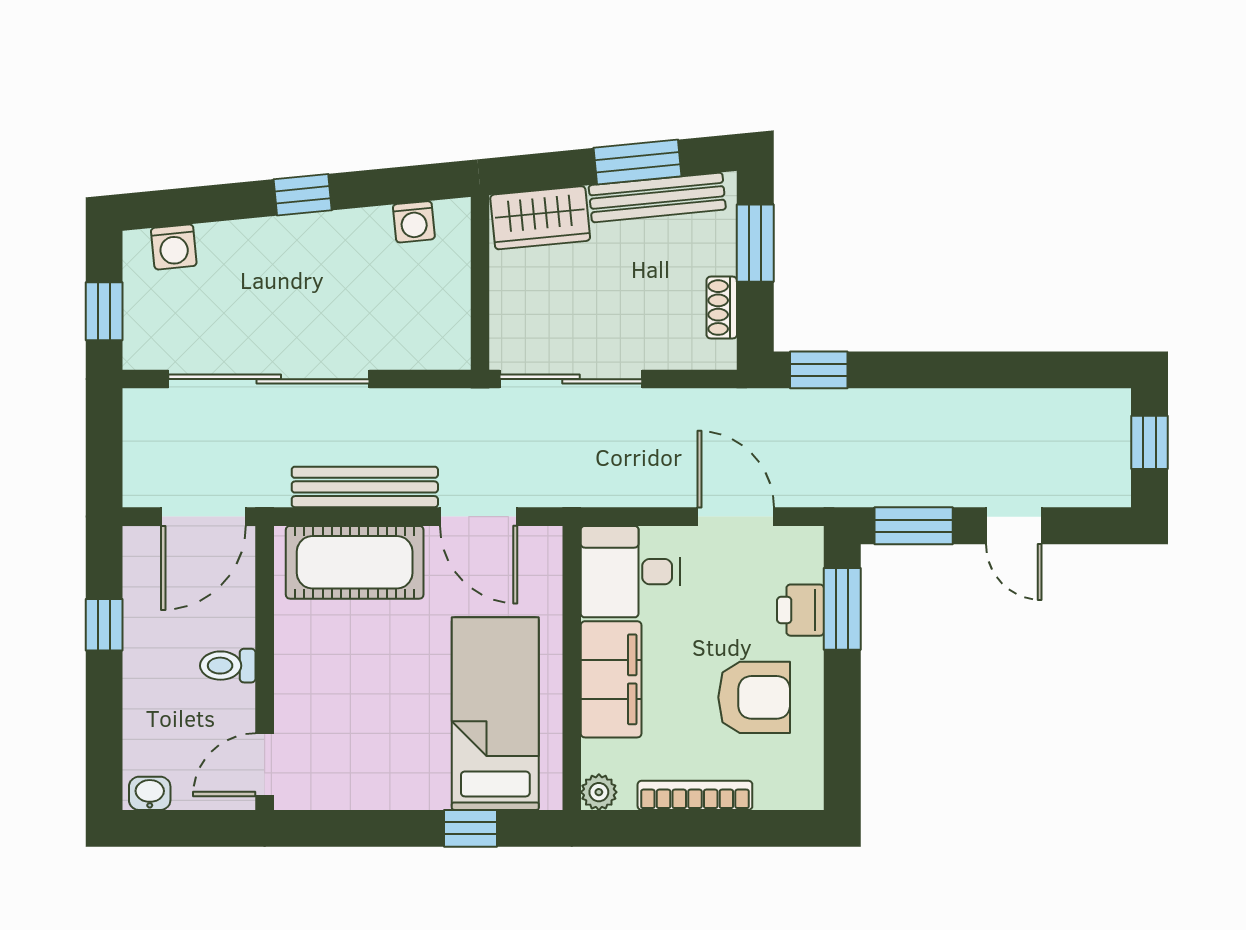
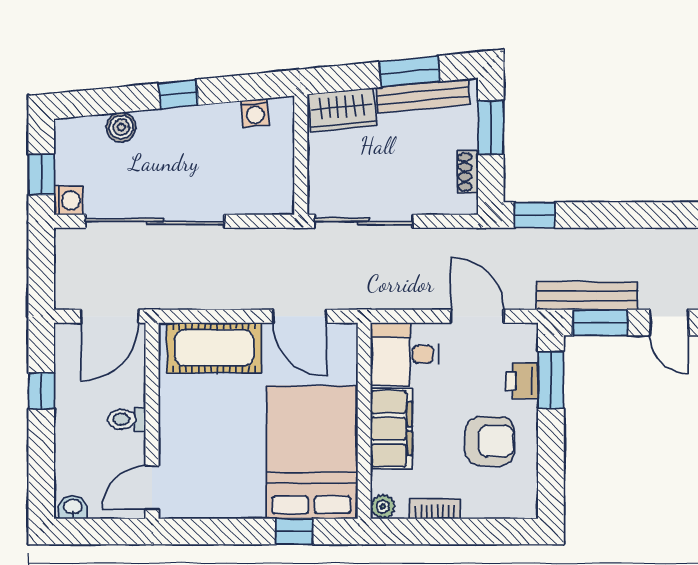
boiler: (220, 243) -> (121, 127), added
washing machine: (174, 247) -> (68, 200), moved, turned -84
bench: (365, 487) -> (587, 296), moved
bed: (495, 714) -> (311, 452), width x1.50
bookcase: (695, 795) -> (435, 509), width x0.64

